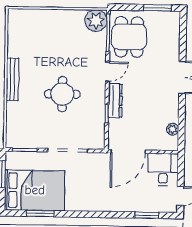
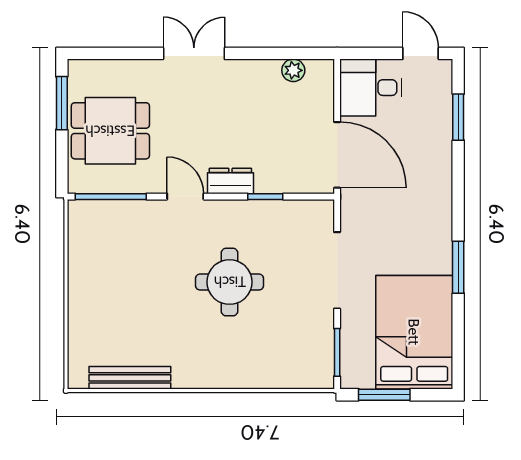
plant: (96, 21) -> (88, 220), removed
dining table: (129, 37) -> (110, 131), moved
bench: (12, 79) -> (130, 378), moved
dresser: (115, 101) -> (230, 181), width x0.70
window: (40, 213) -> (458, 267), moved

